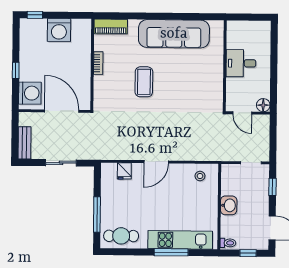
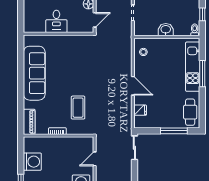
coffee table: (144, 82) -> (78, 108), moved, turned 90
door: (62, 111) -> (95, 159), width x0.53
sliding door: (61, 163) -> (134, 148), moved

